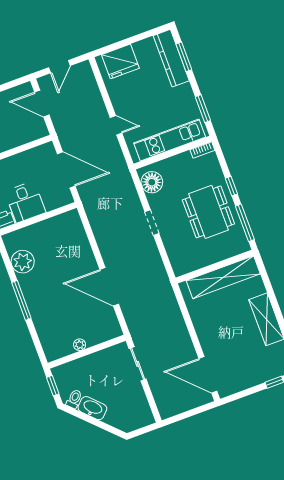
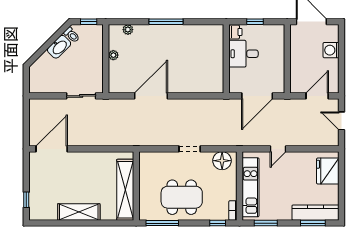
window: (231, 186) -> (218, 223), moved
plant: (23, 262) -> (128, 30), moved, width x0.53, depth x0.53

